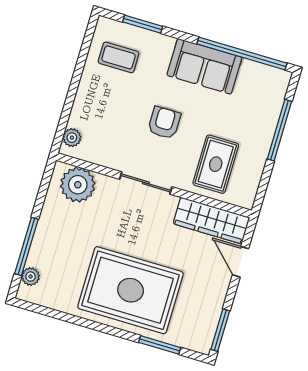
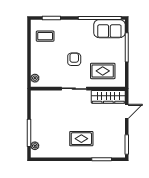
sofa: (204, 66) -> (109, 29), moved
rug: (216, 164) -> (103, 71), turned 90
plant: (78, 185) -> (44, 98), removed
door: (241, 262) -> (127, 111), swing flipped
rug: (131, 290) -> (81, 139), width x0.54, depth x0.49

